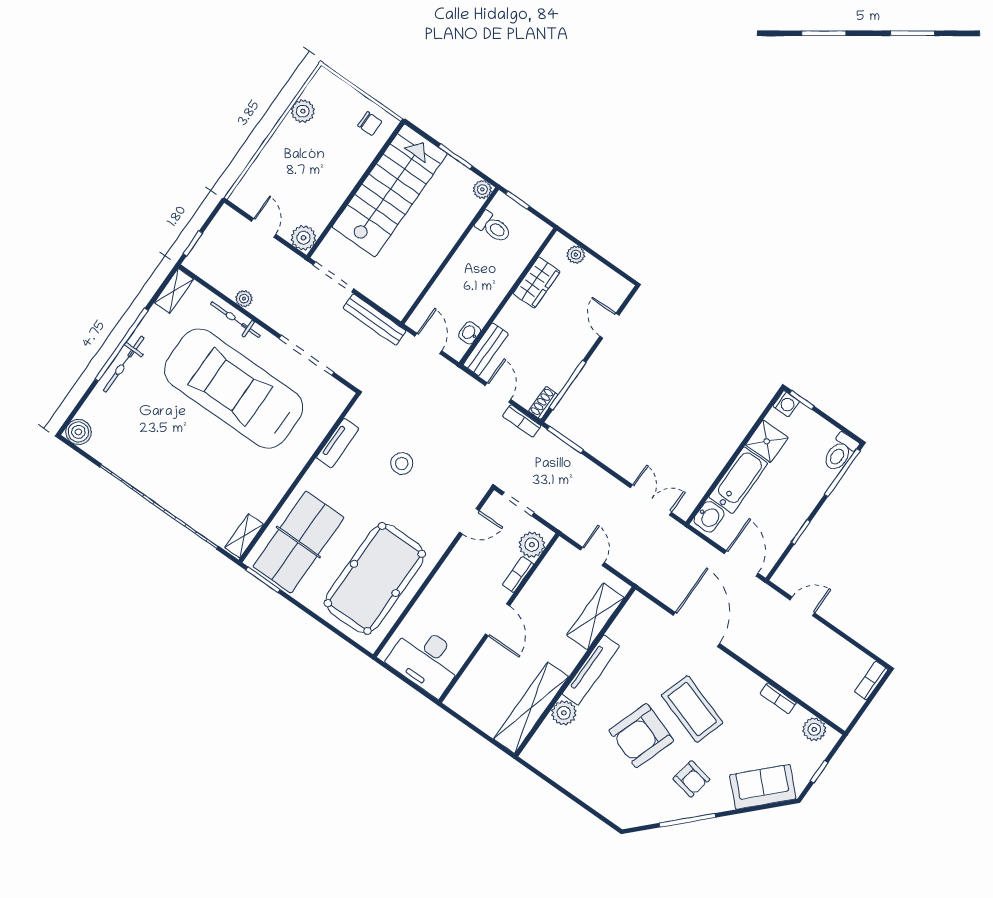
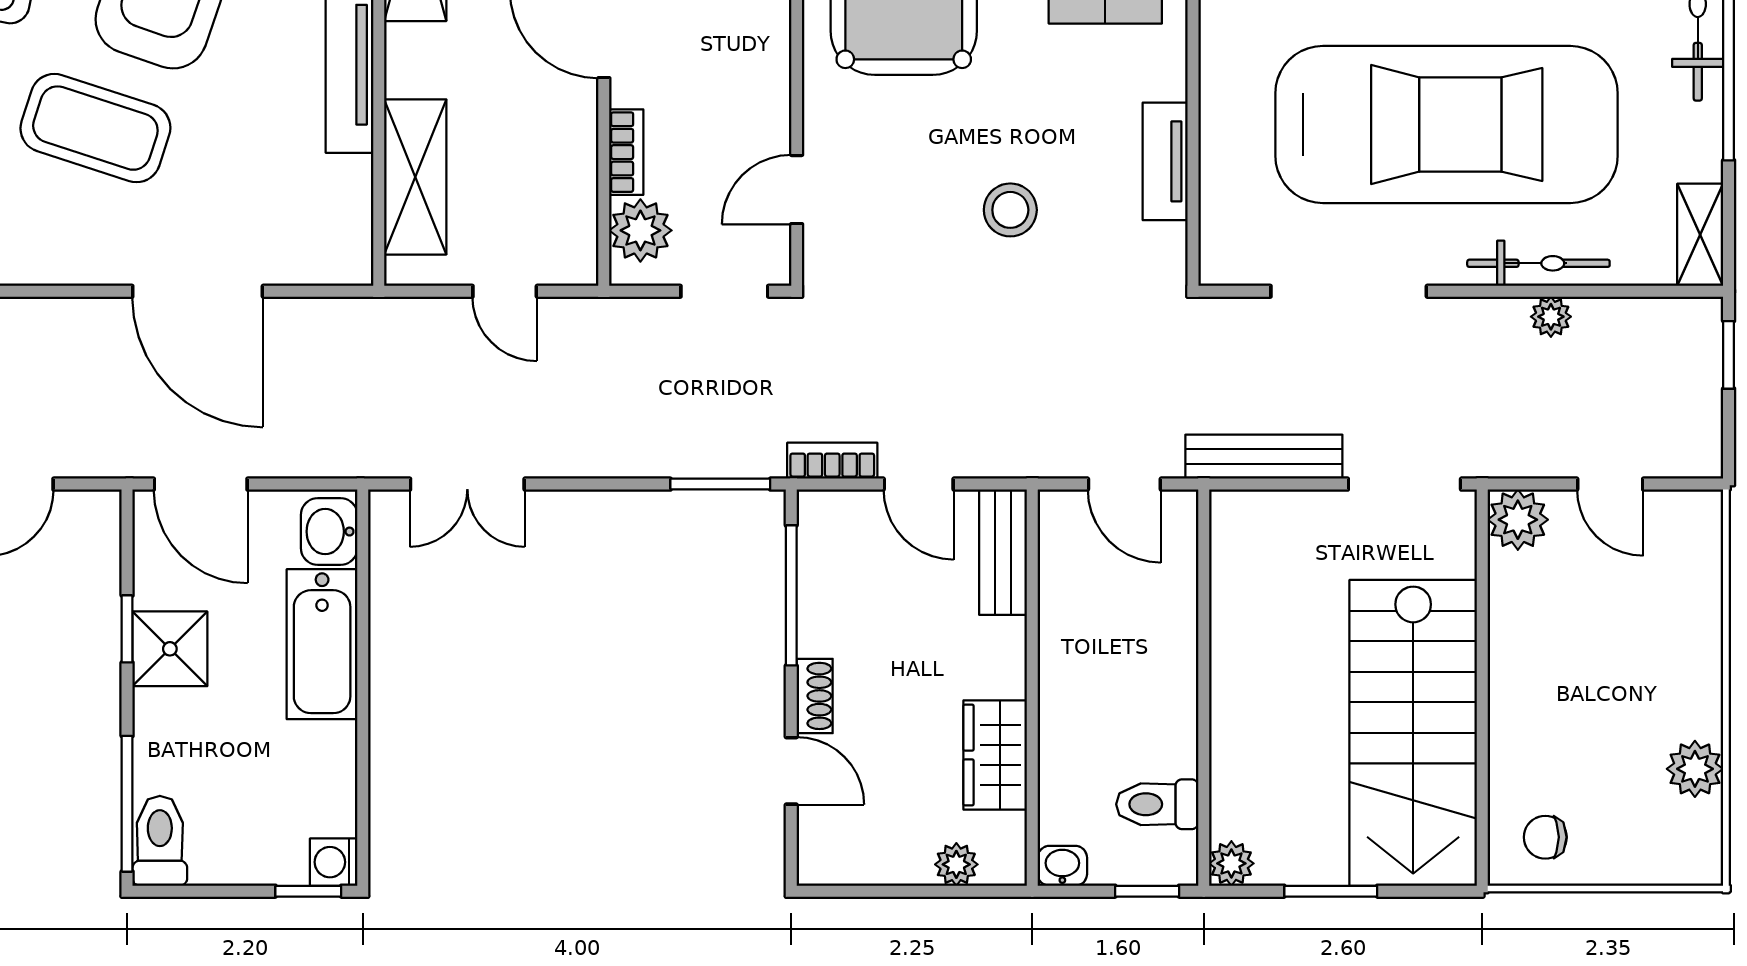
washbasin: (470, 333) -> (1062, 866), moved, turned -90
shoe rack: (543, 403) -> (815, 696), moved
shower: (767, 441) -> (170, 649), moved

